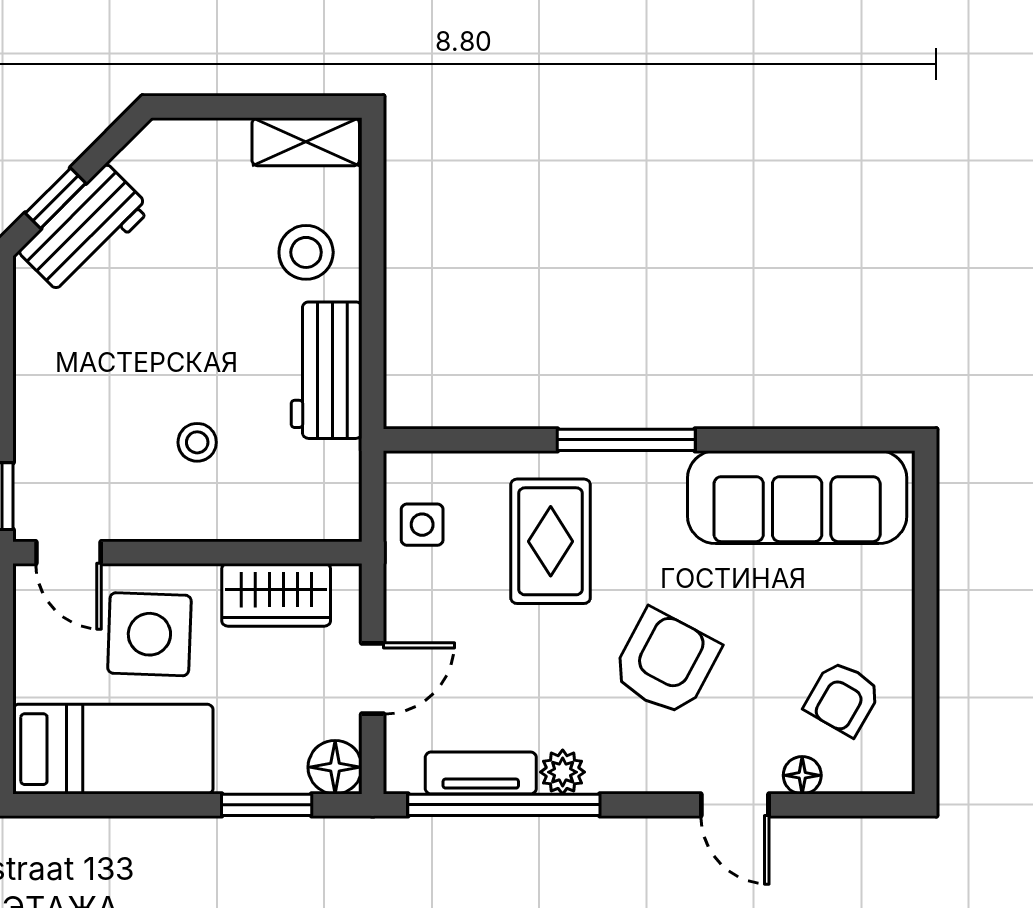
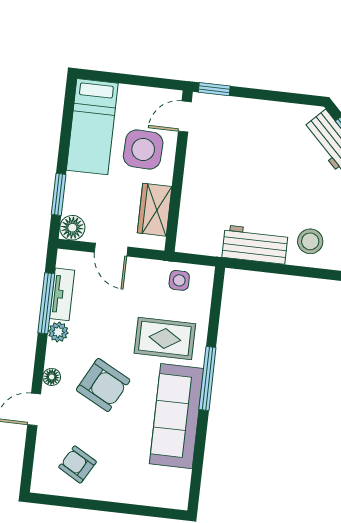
stool: (197, 442) -> (229, 181), removed
sofa: (797, 497) -> (177, 416), moved
floor lamp: (802, 775) -> (52, 377), moved
window: (504, 805) -> (46, 303), width x0.68

